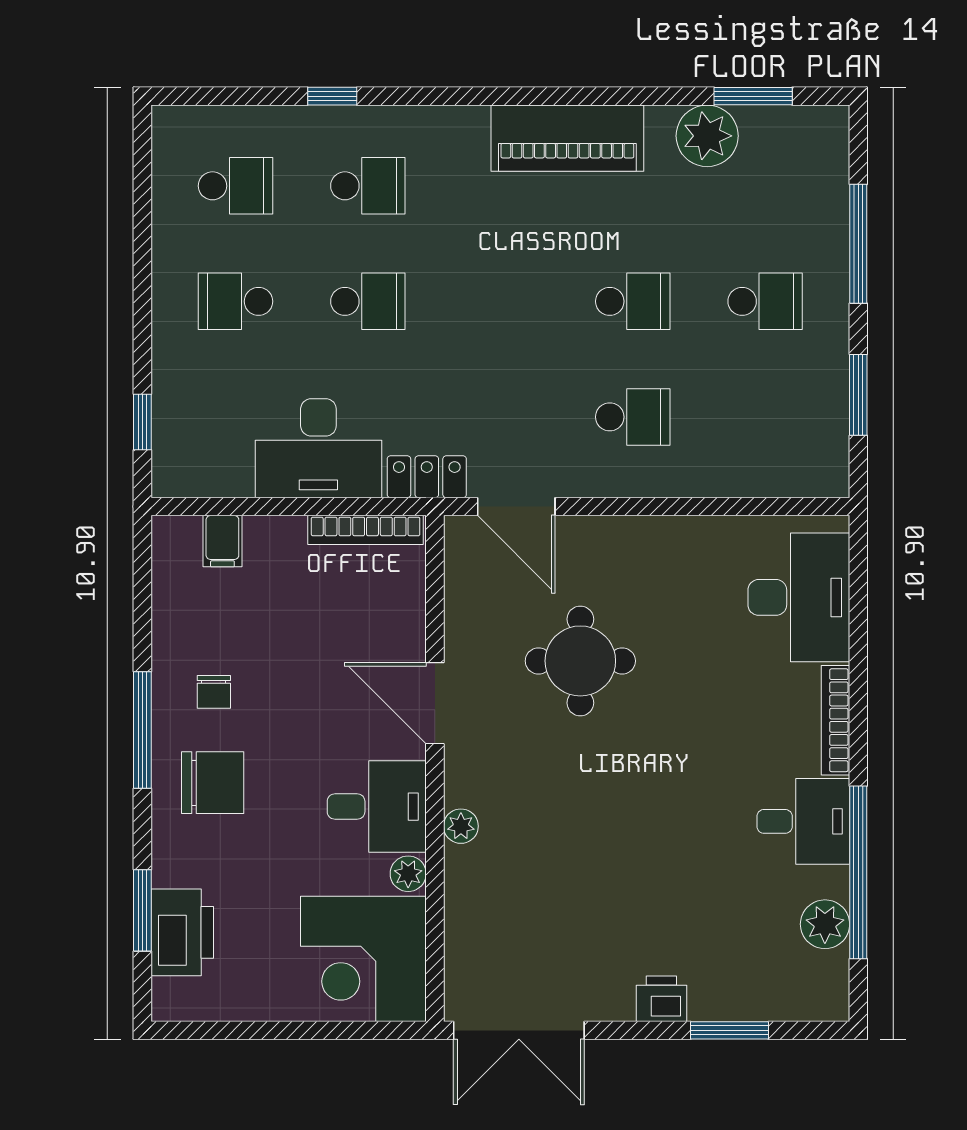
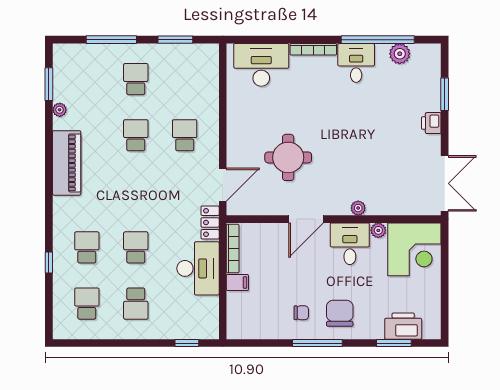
plant: (707, 136) -> (60, 110), width x0.53, depth x0.53
filing cabinet: (222, 541) -> (237, 283), moved

